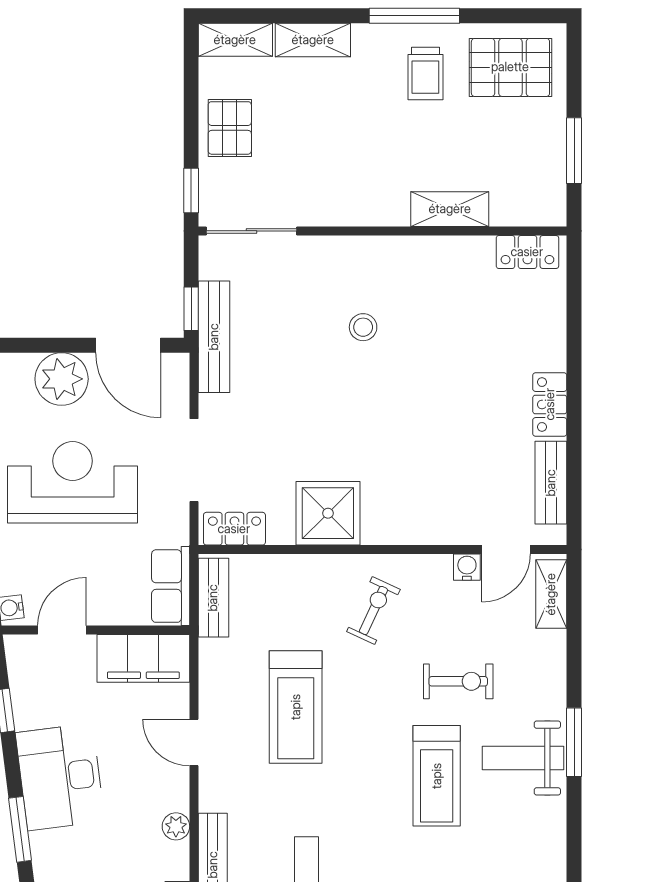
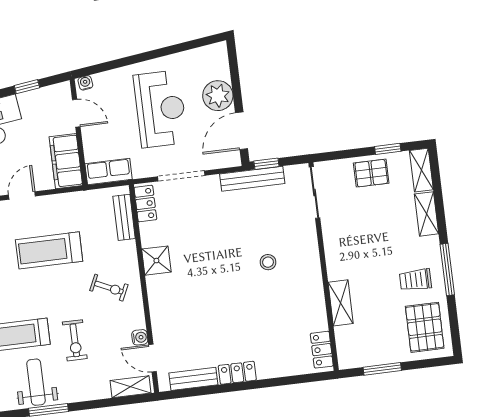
window: (191, 191) -> (388, 149), moved
shower: (328, 513) -> (156, 261), width x0.73, depth x0.73
bench: (213, 598) -> (124, 217), moved, turned 90

